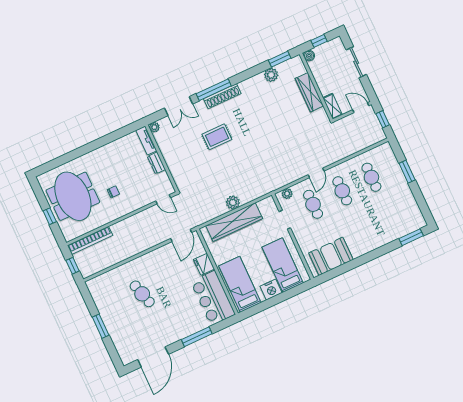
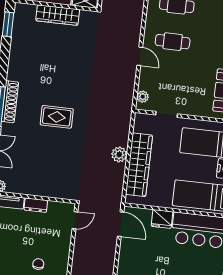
plant: (271, 75) -> (18, 42), removed
rug: (217, 137) -> (57, 117), moved, turned 90
cafe table: (313, 204) -> (168, 78), removed

